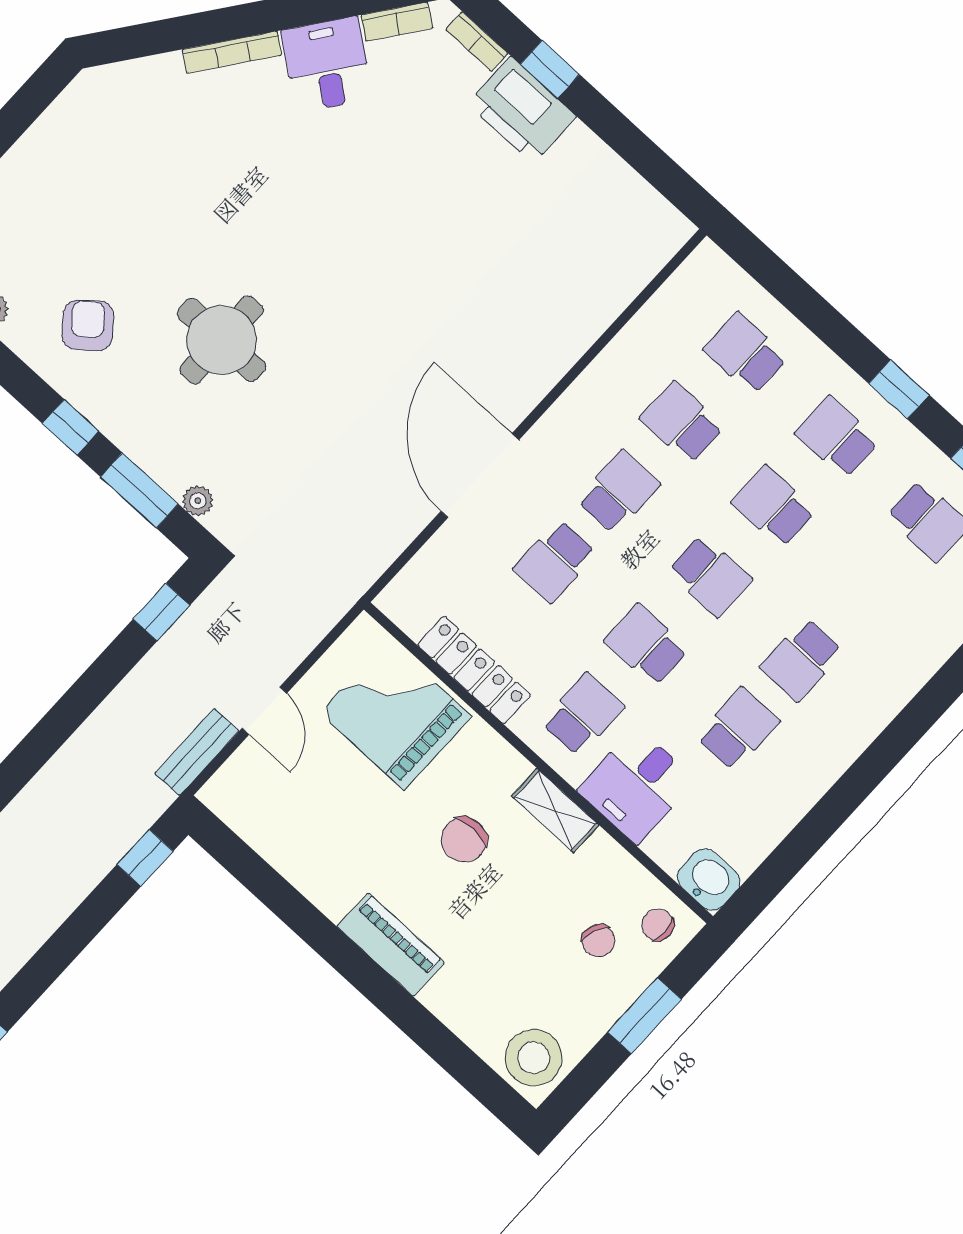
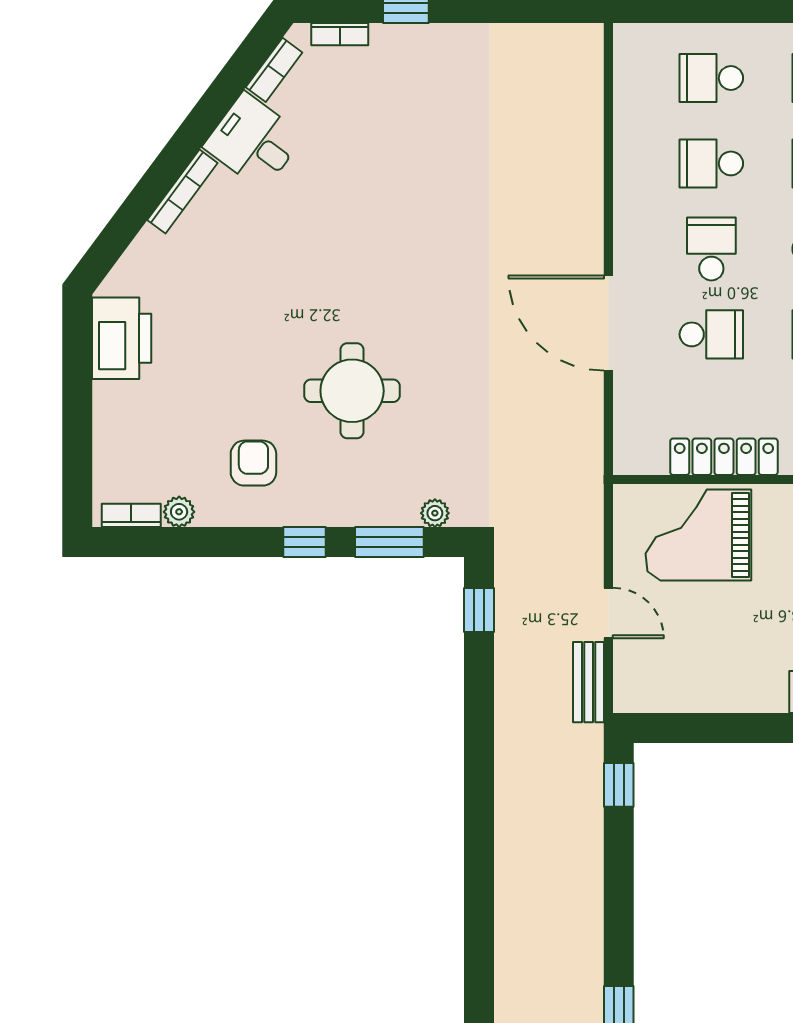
printer: (522, 110) -> (122, 338), moved, turned -90
armchair: (88, 325) -> (253, 463), turned 39
school desk: (555, 561) -> (711, 334), turned -90

